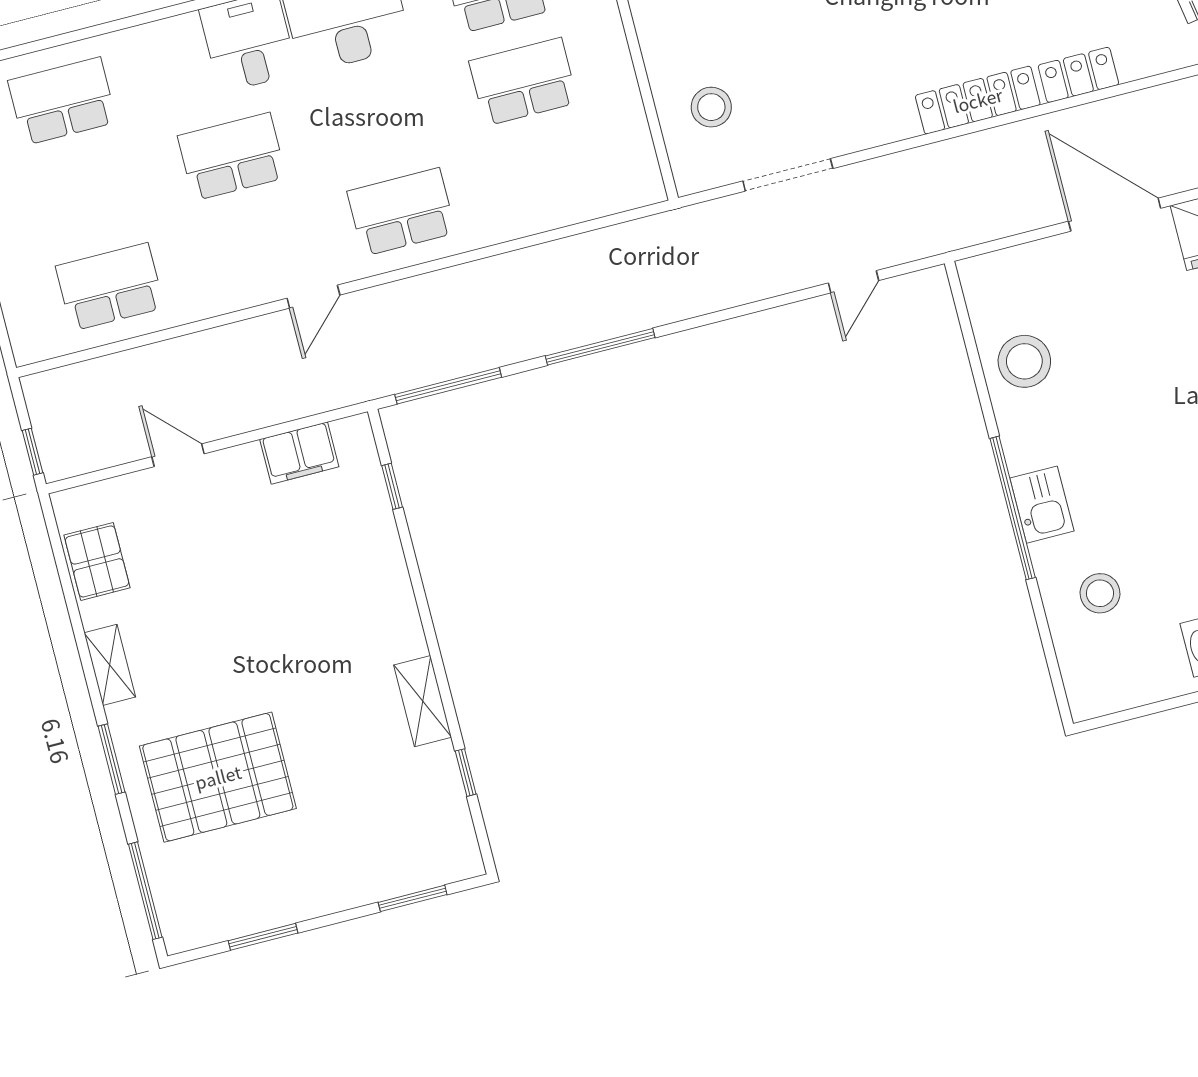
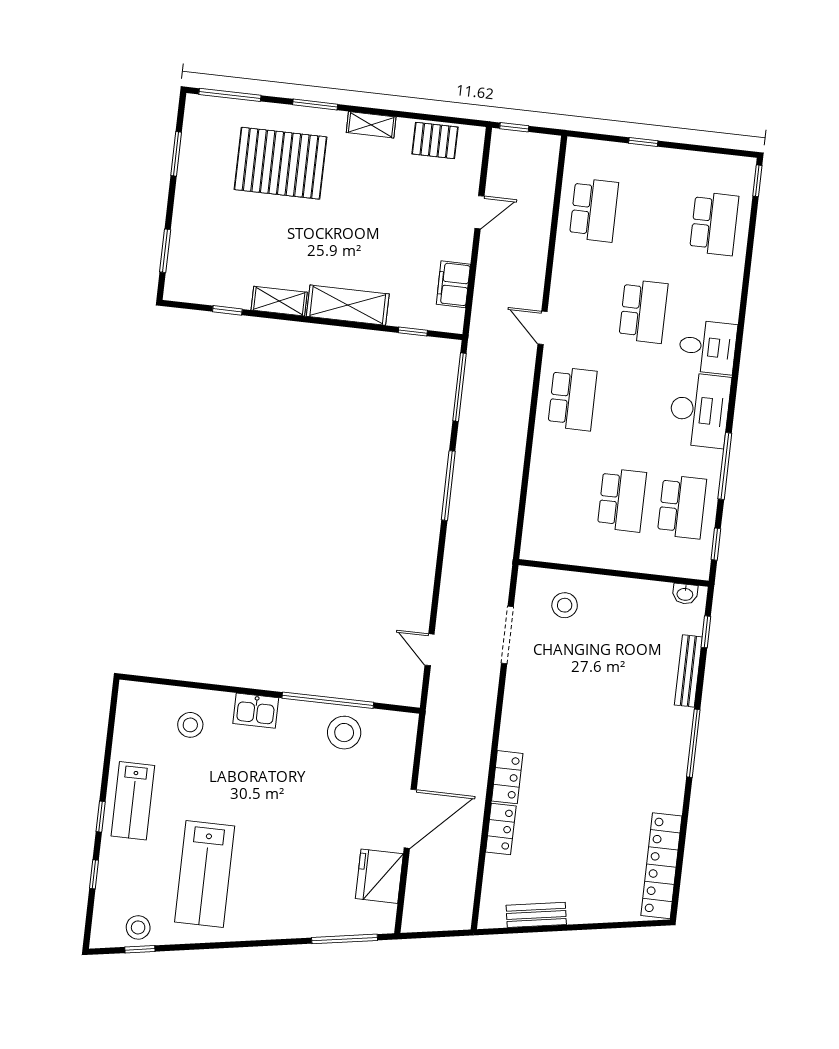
locker: (978, 100) -> (507, 777), width x0.66
window: (1013, 508) -> (328, 700), moved
shelving: (390, 597) -> (348, 305), added
pallet: (218, 777) -> (281, 163), turned 90

